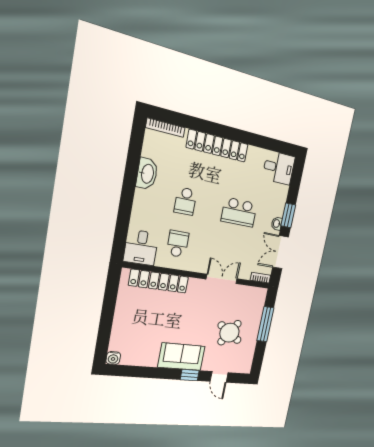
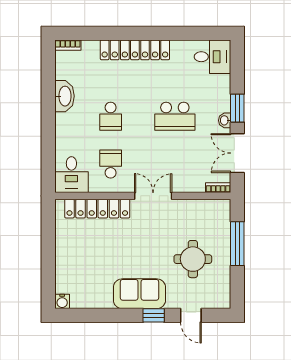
bookcase: (165, 128) -> (68, 45), width x0.64
double door: (222, 279) -> (153, 196), moved
round table: (229, 333) -> (193, 259), turned -34

